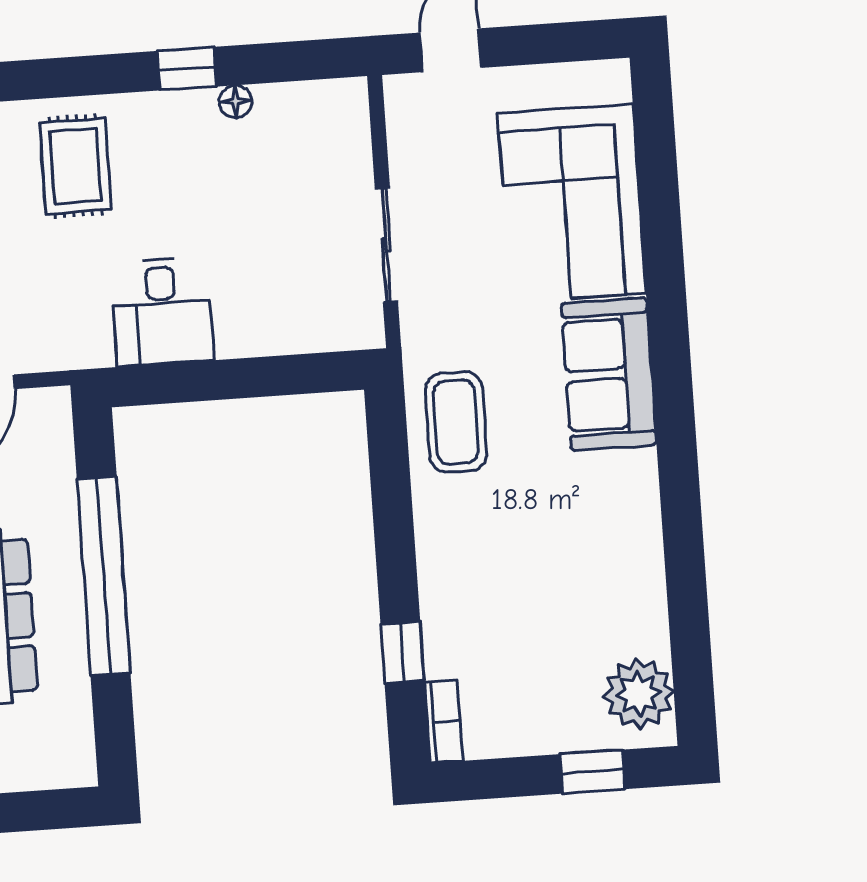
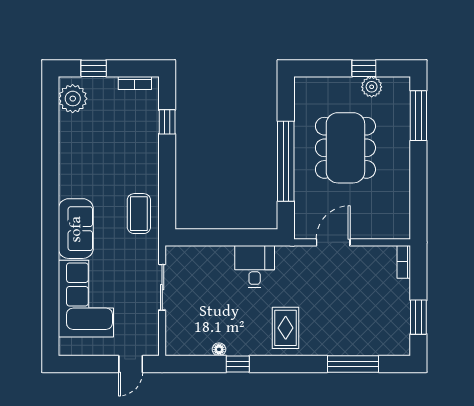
bookcase: (444, 721) -> (135, 83), moved, turned -90

